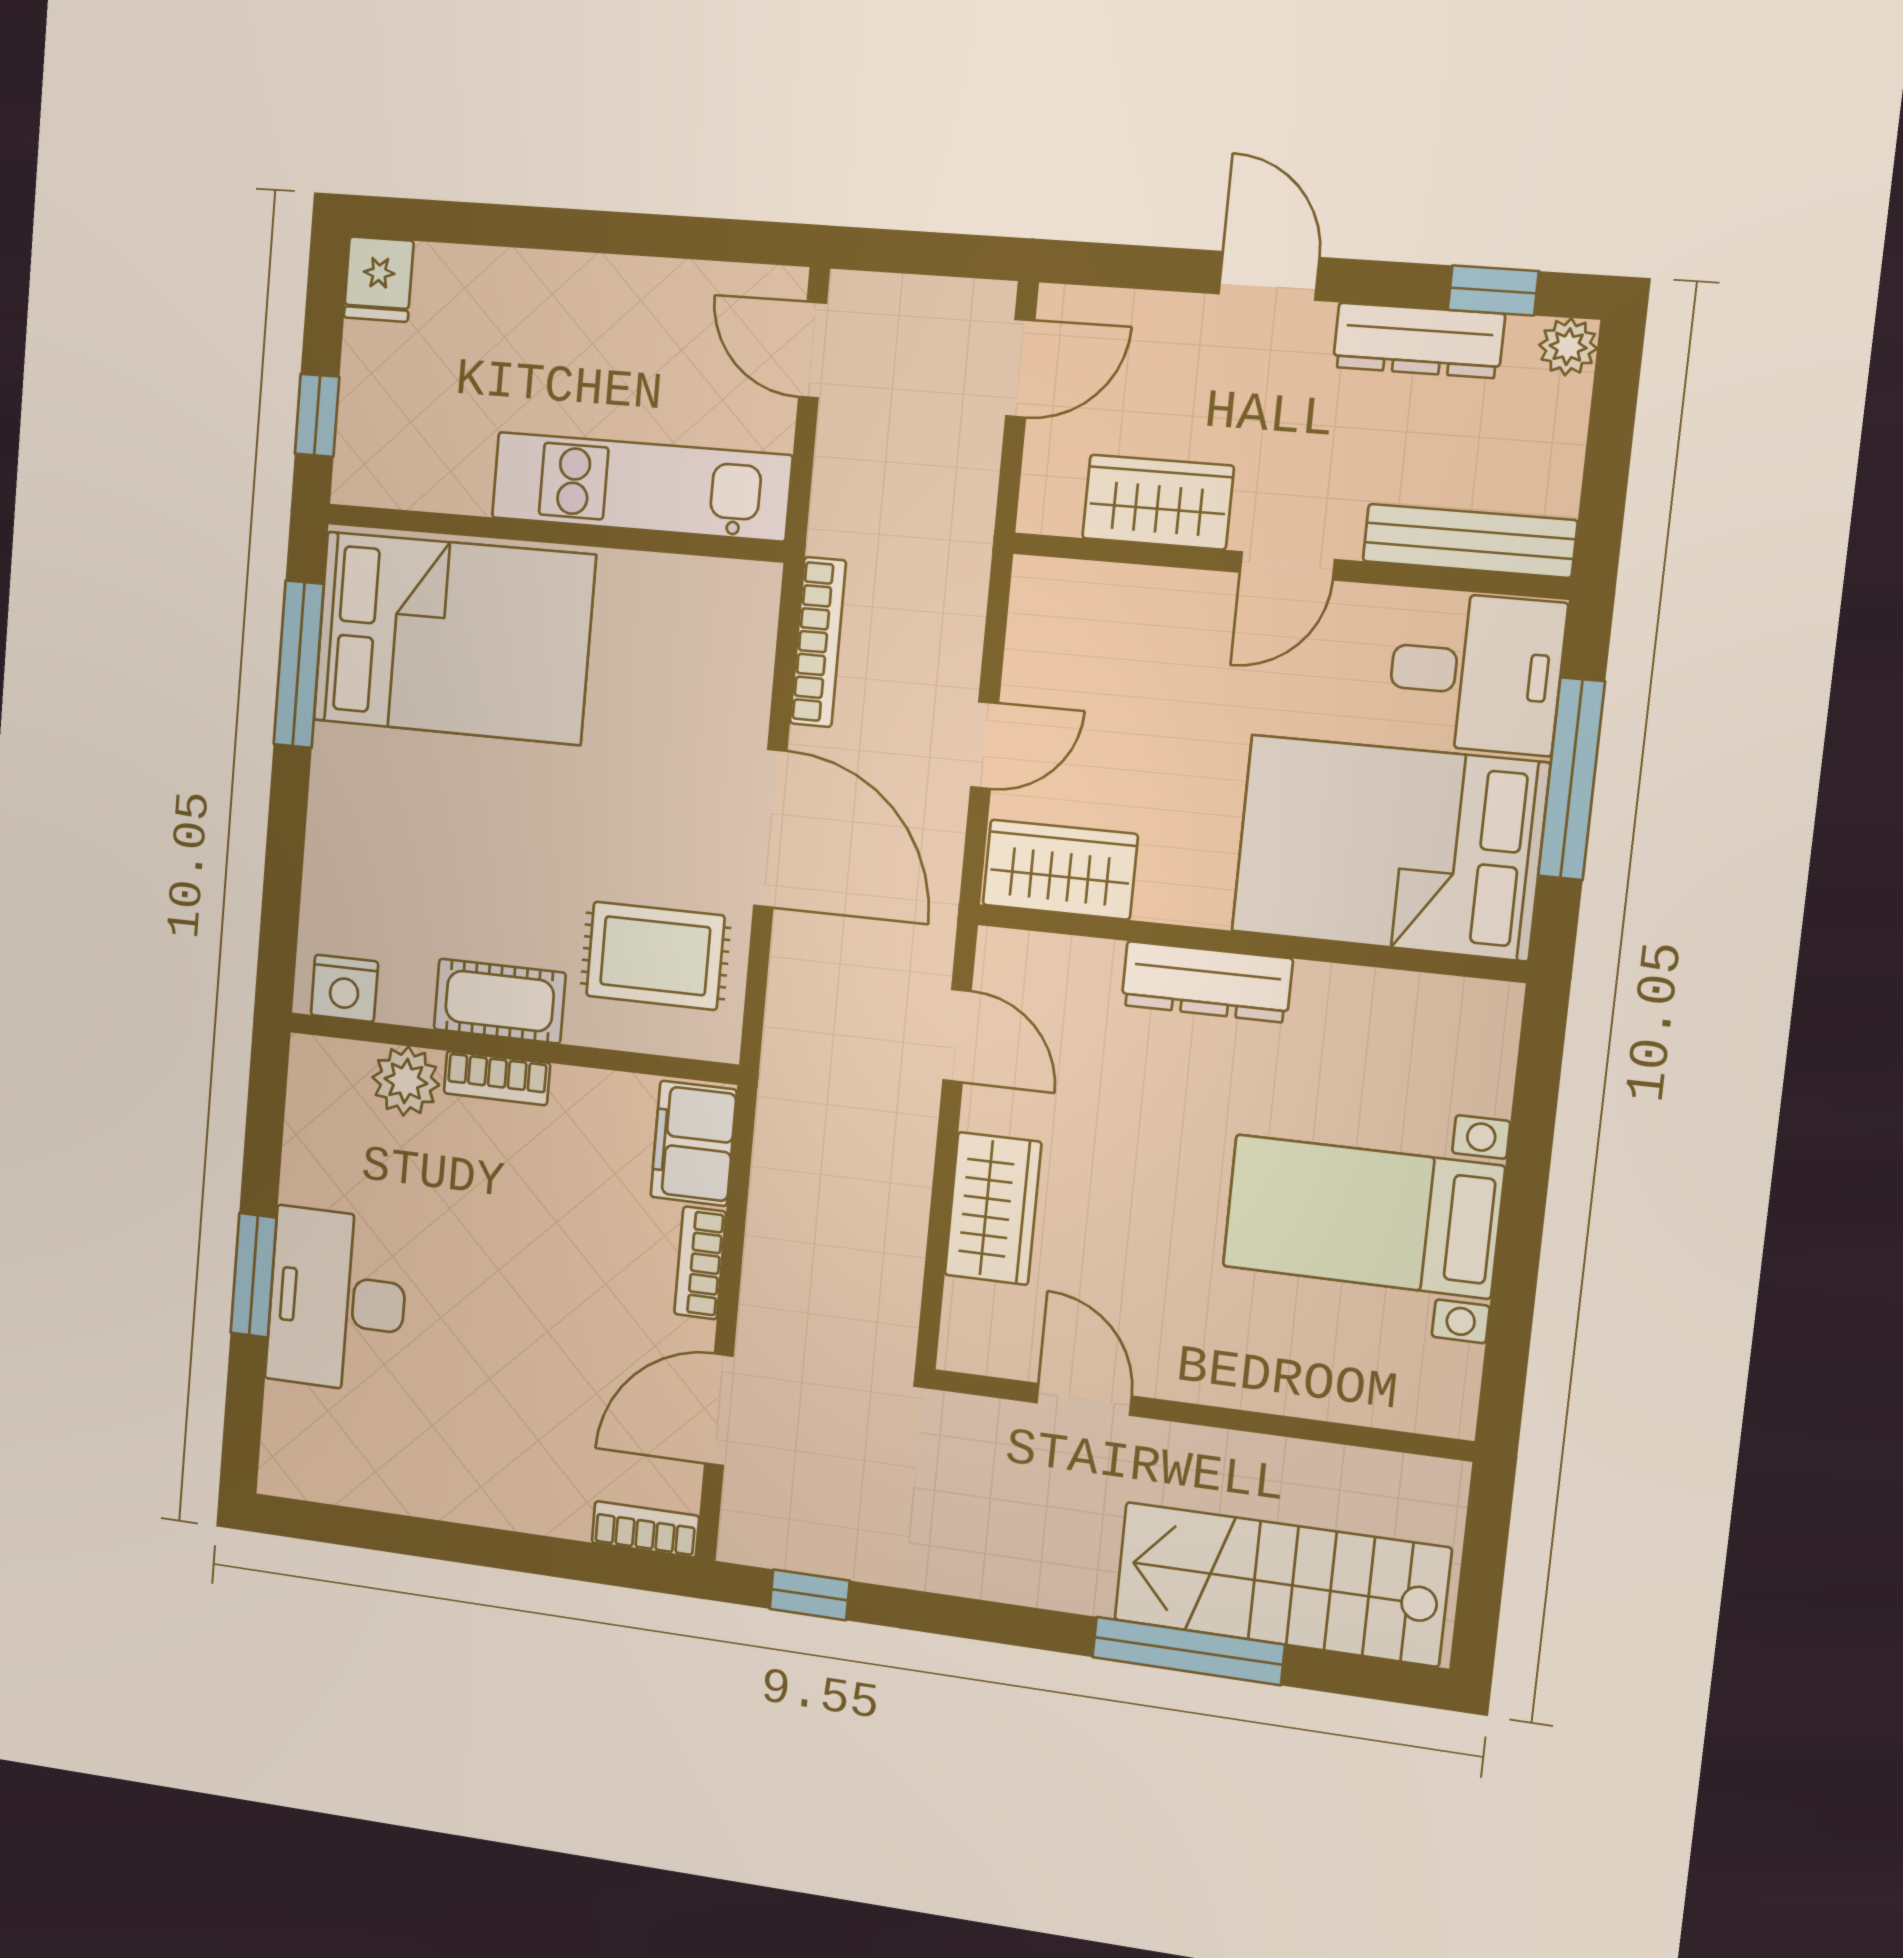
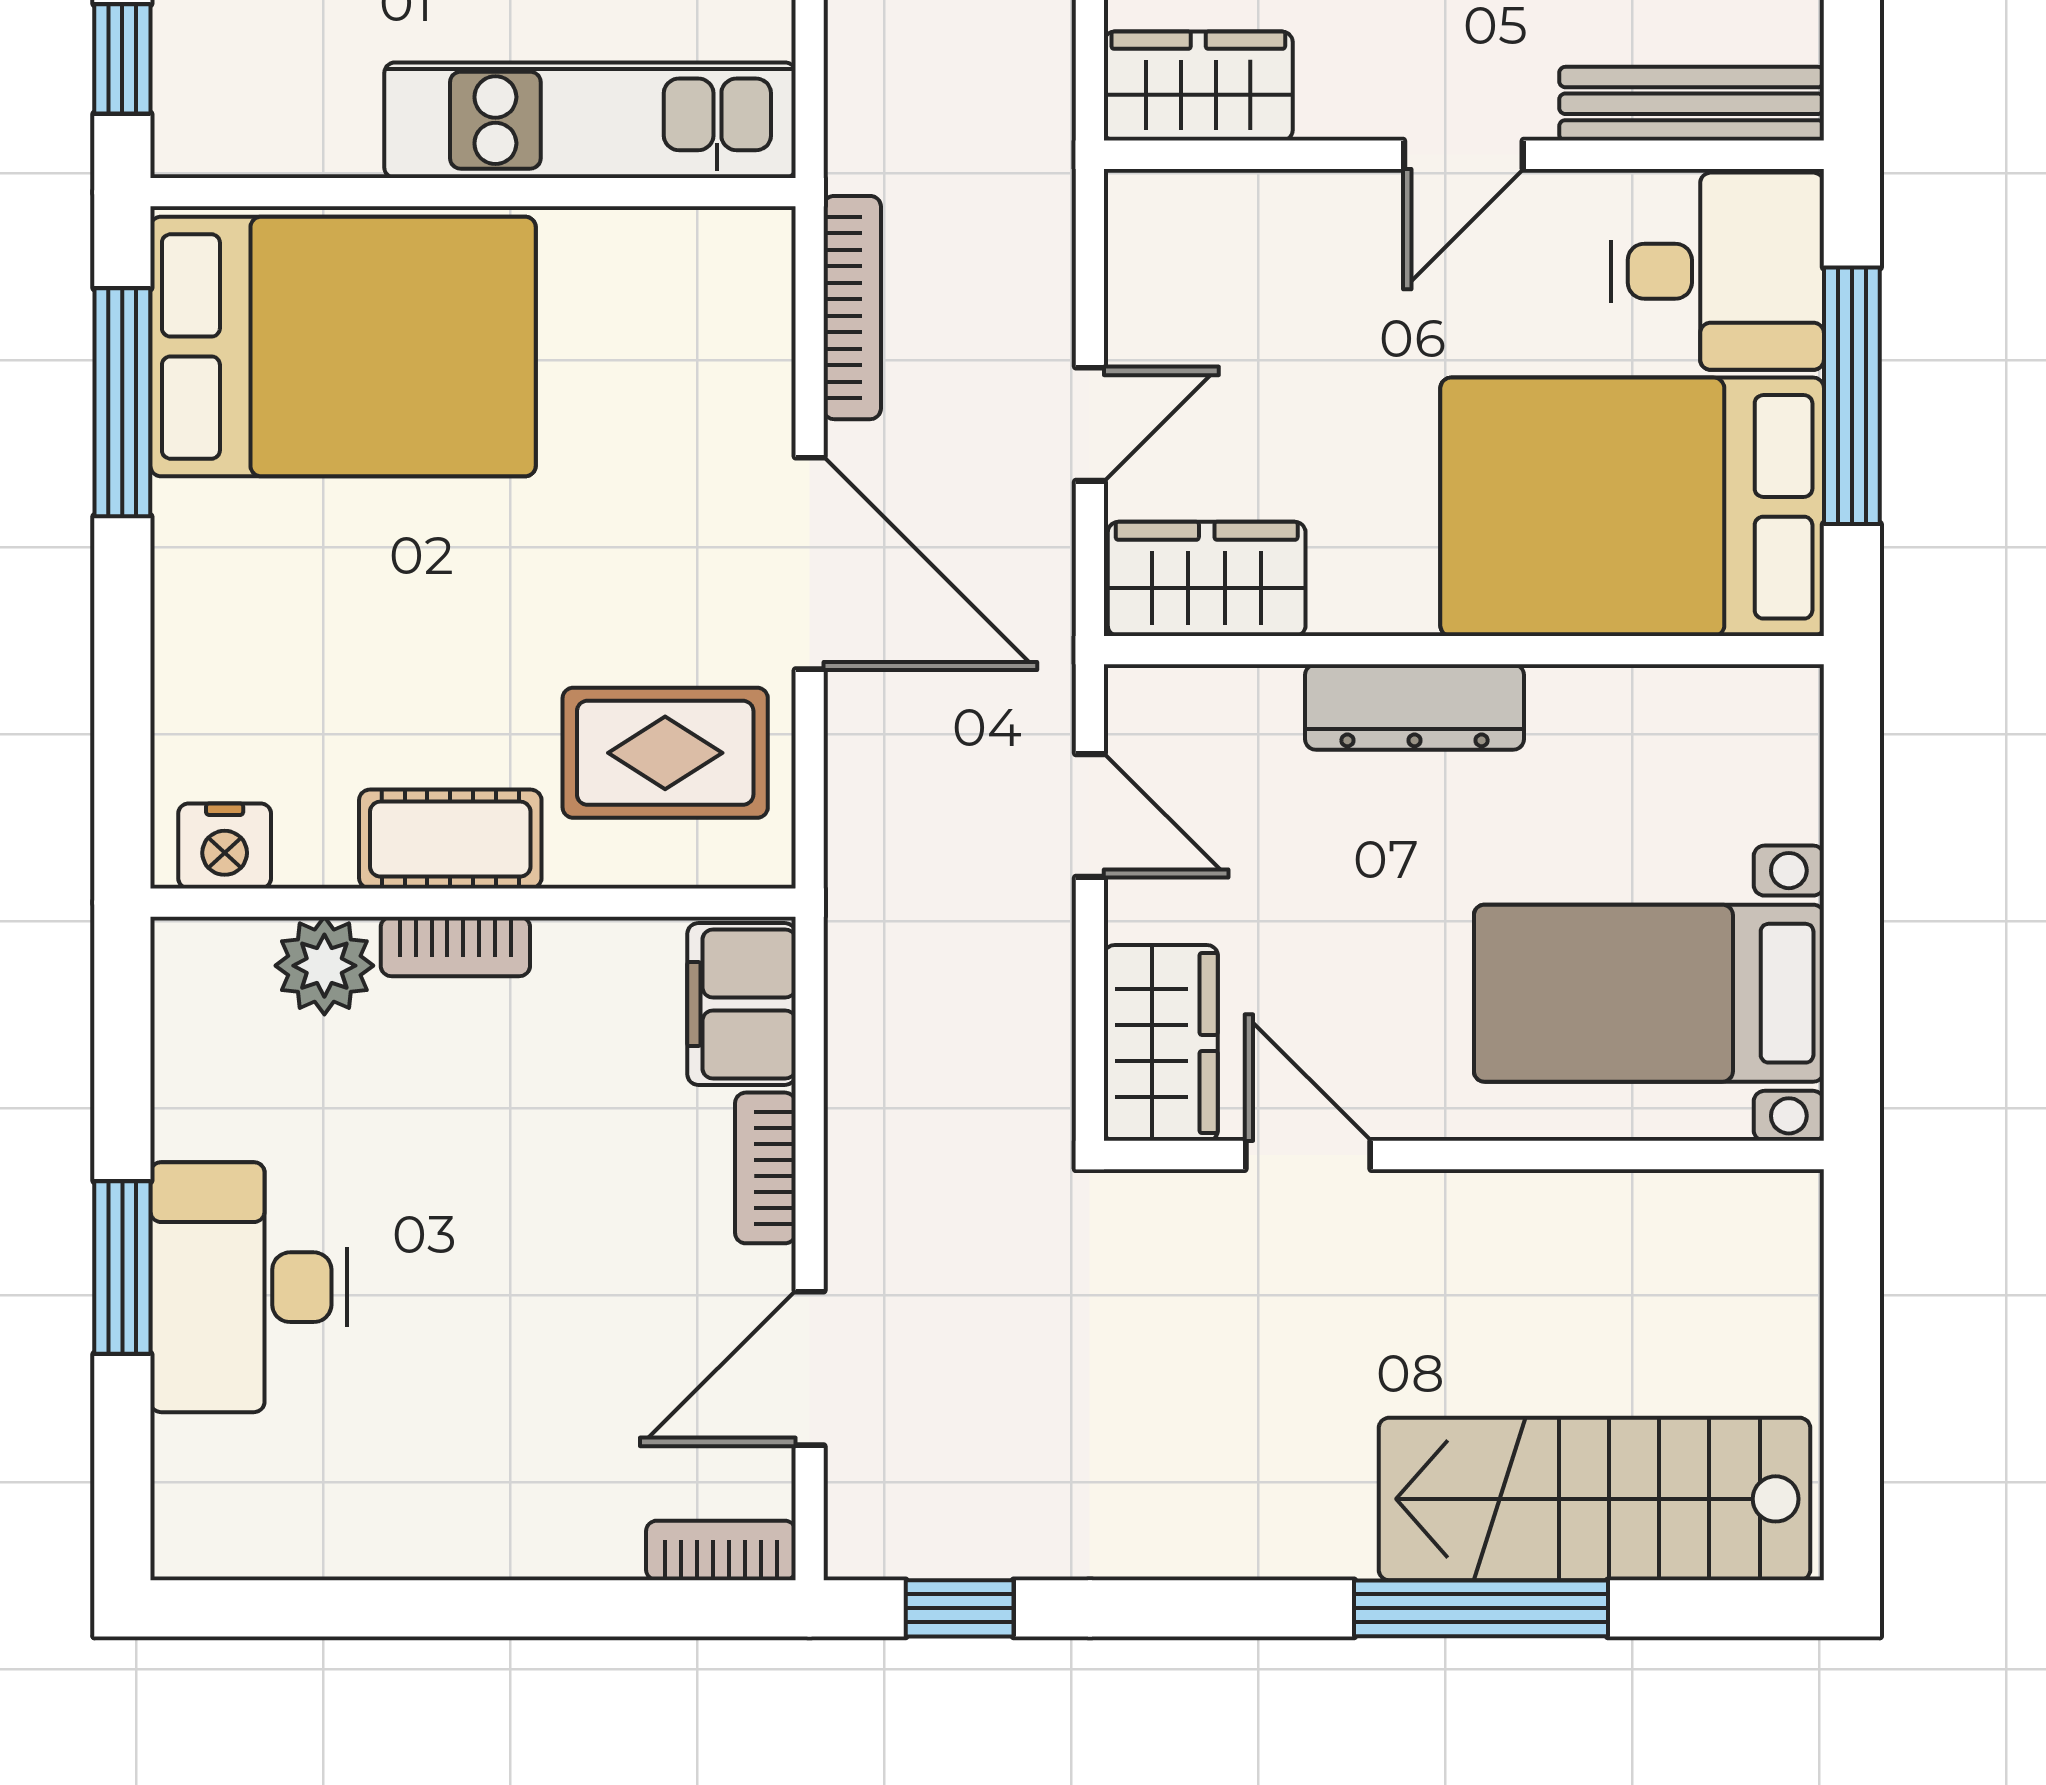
wardrobe: (1158, 502) -> (1198, 86), moved
door: (1084, 1399) -> (1308, 1155), moved
wall: (1200, 1415) -> (1464, 1155), moved

